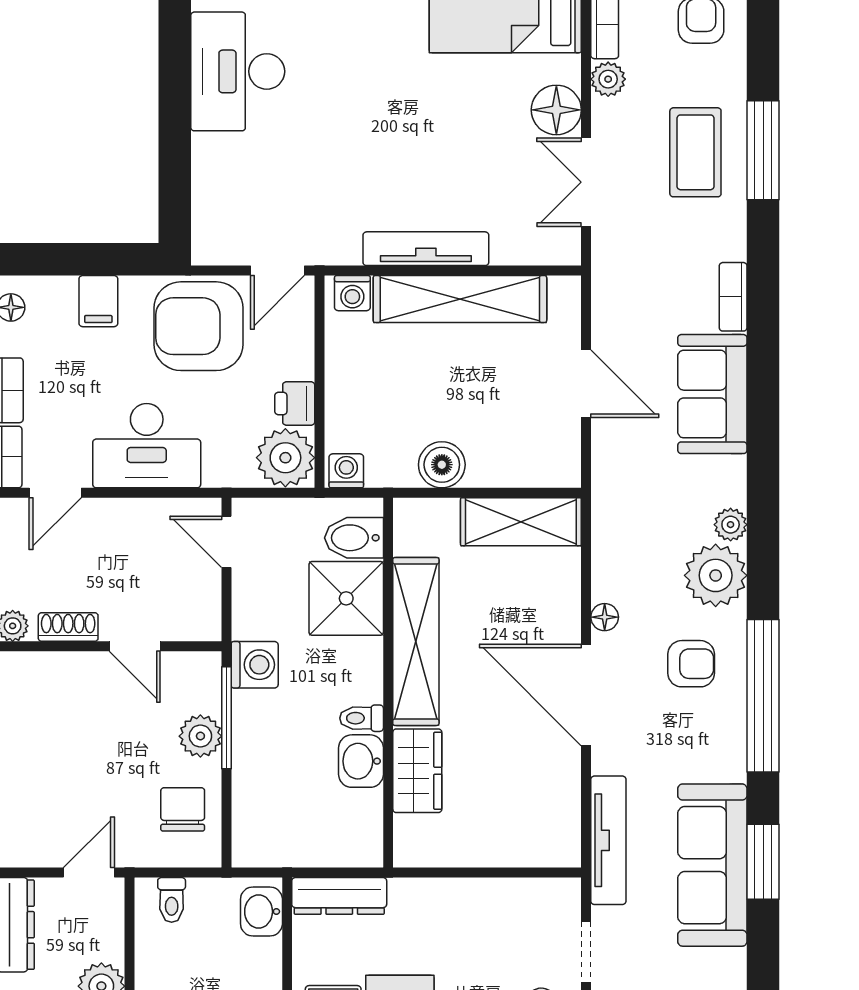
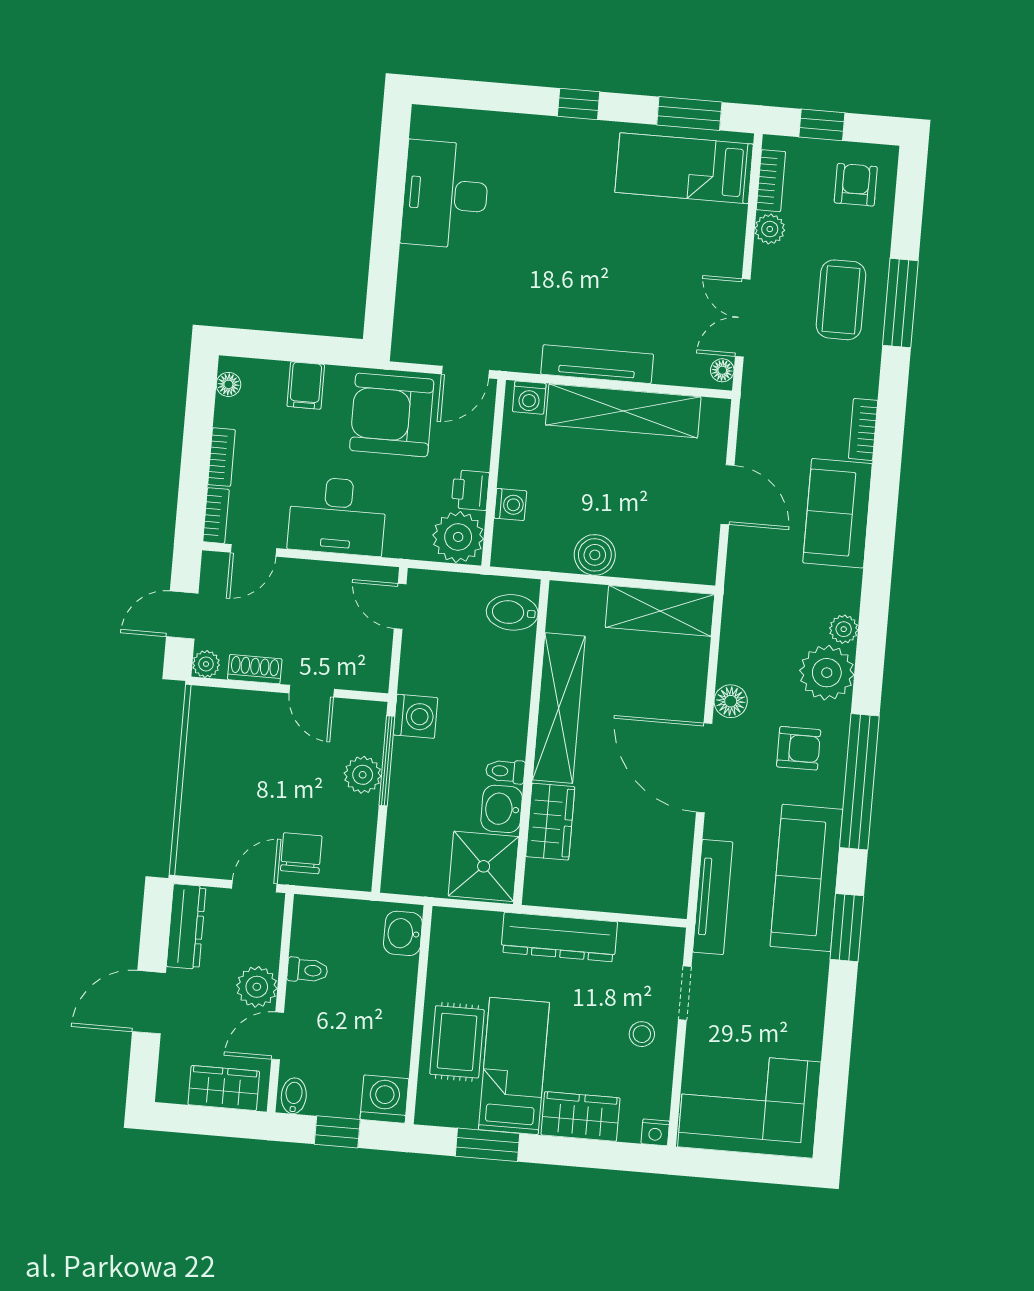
floor lamp: (556, 110) -> (722, 370), moved, width x0.53, depth x0.53
washing machine: (346, 471) -> (510, 505), moved, turned 90
shower: (346, 598) -> (484, 866), moved
floor lamp: (605, 617) -> (731, 701), width x1.37, depth x1.37
chair: (183, 809) -> (301, 853), moved
sofa: (712, 865) -> (806, 878), moved
dresser: (339, 896) -> (559, 937), moved, width x1.37, depth x1.24
toilet: (172, 900) -> (307, 970), moved, turned -90

